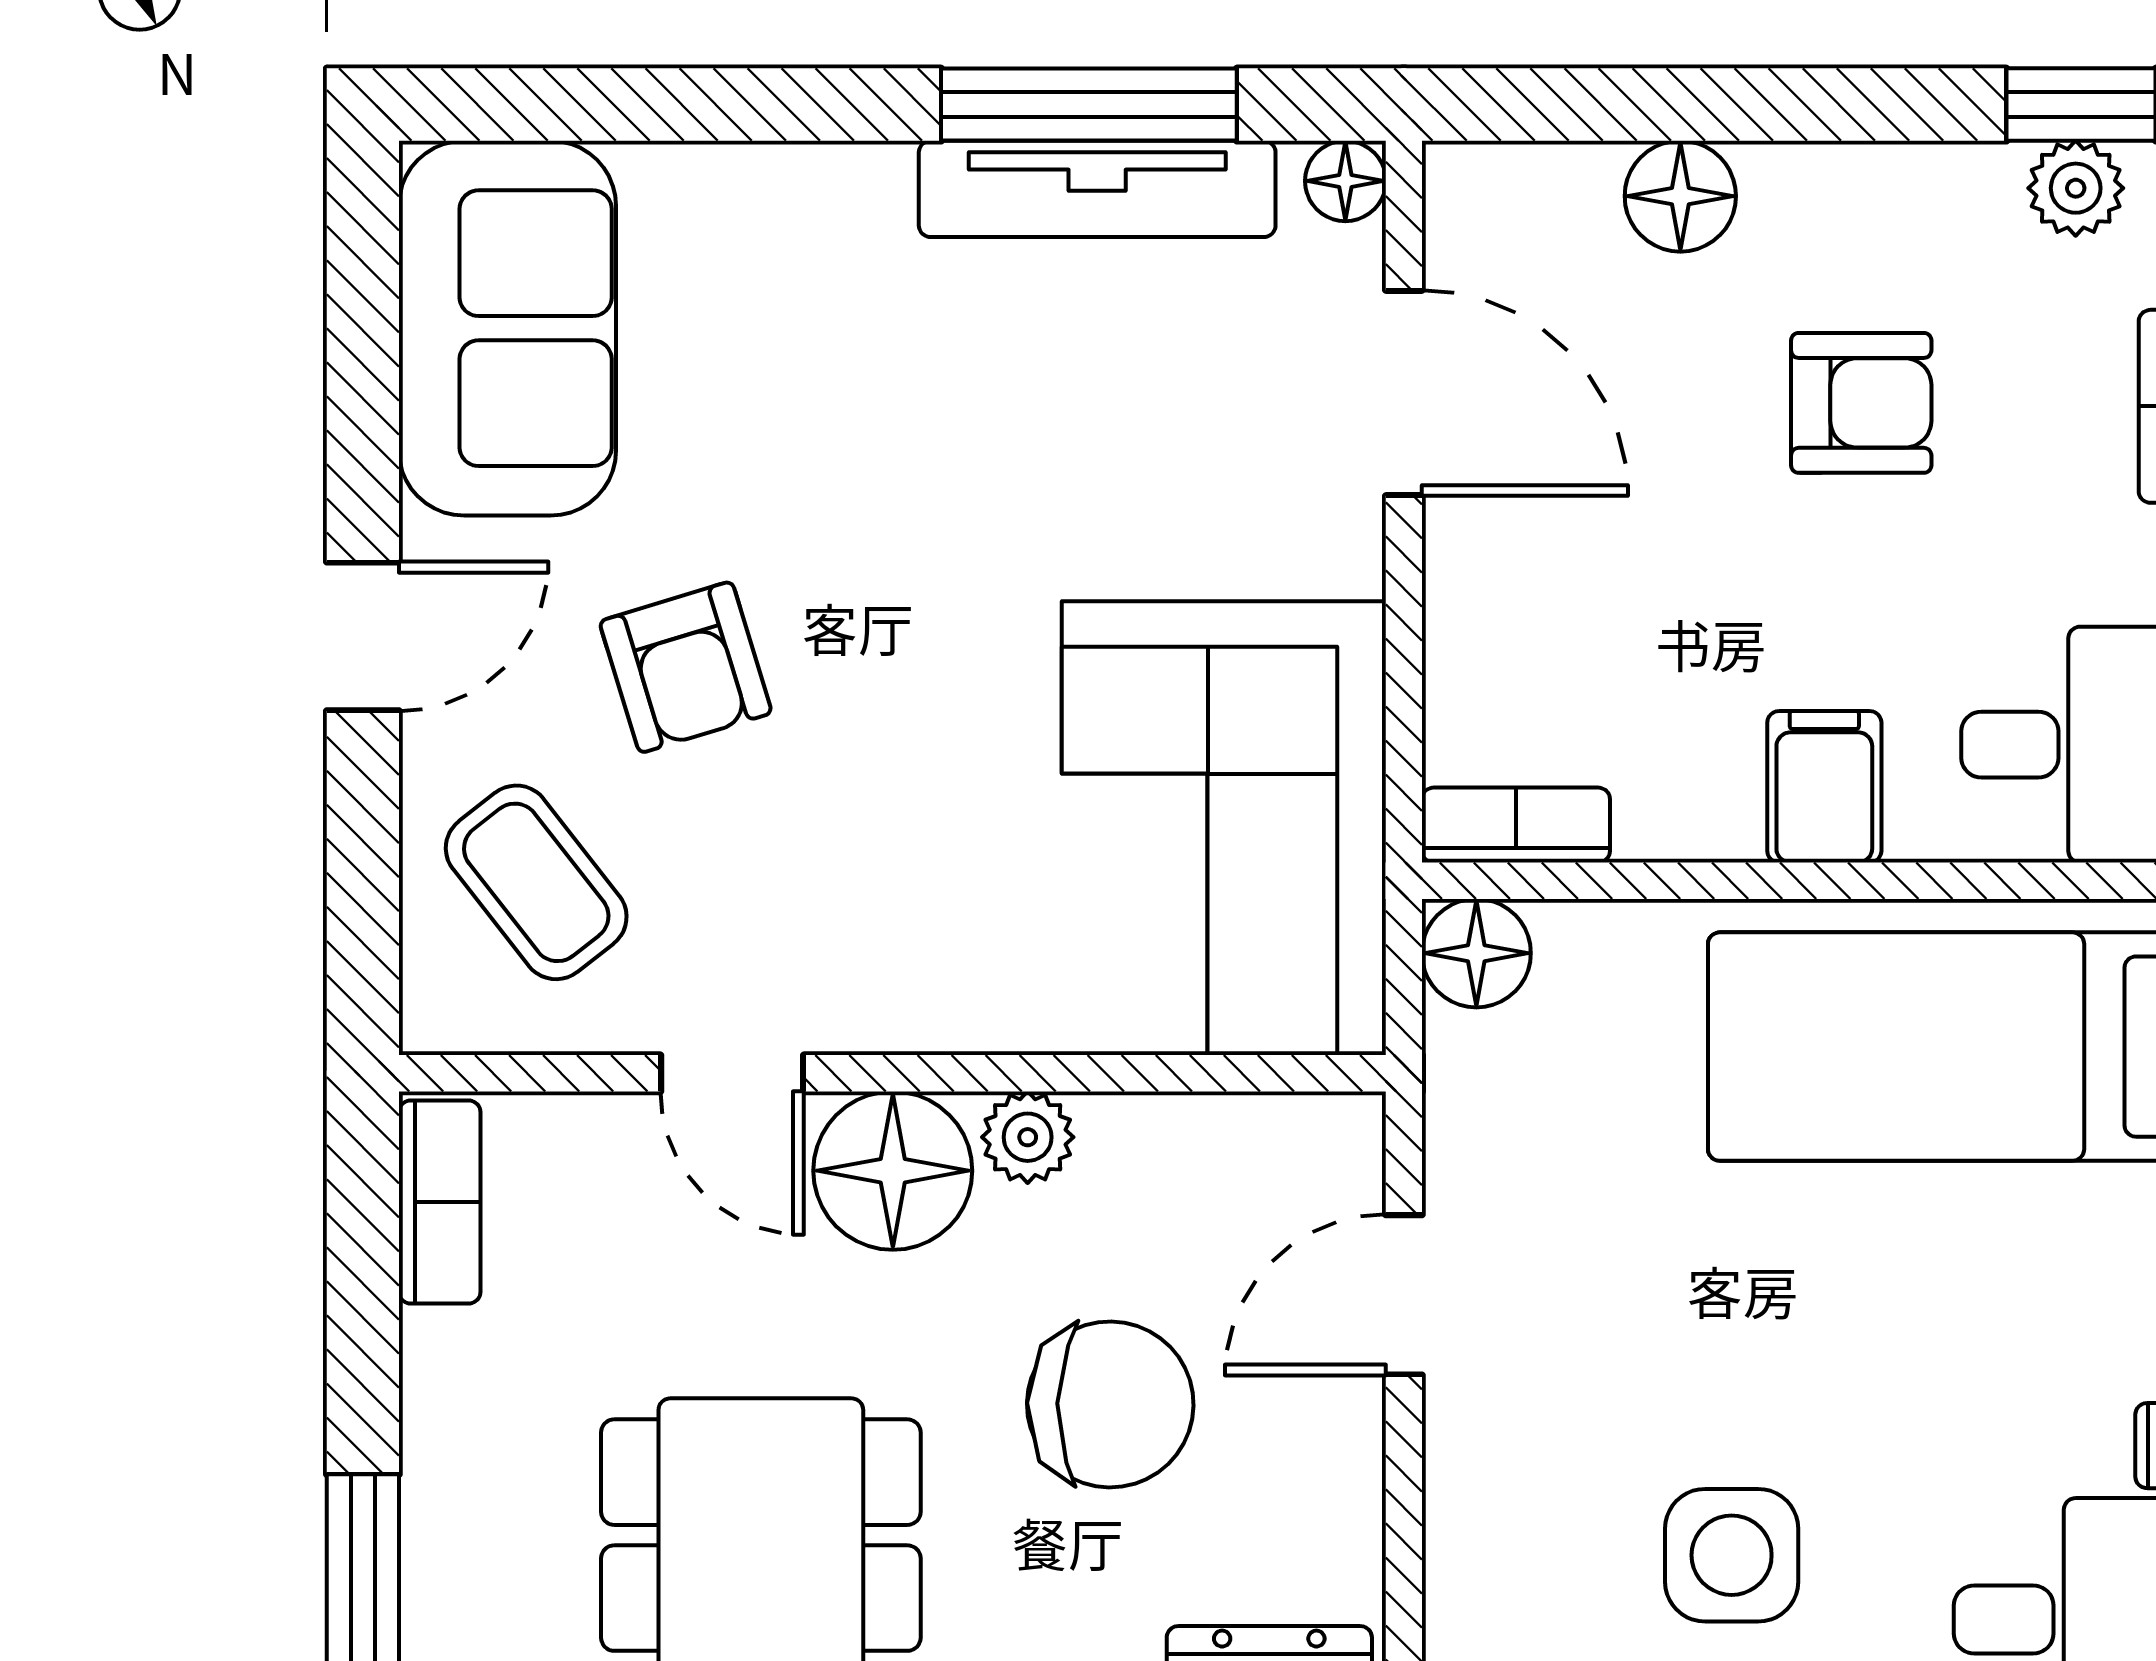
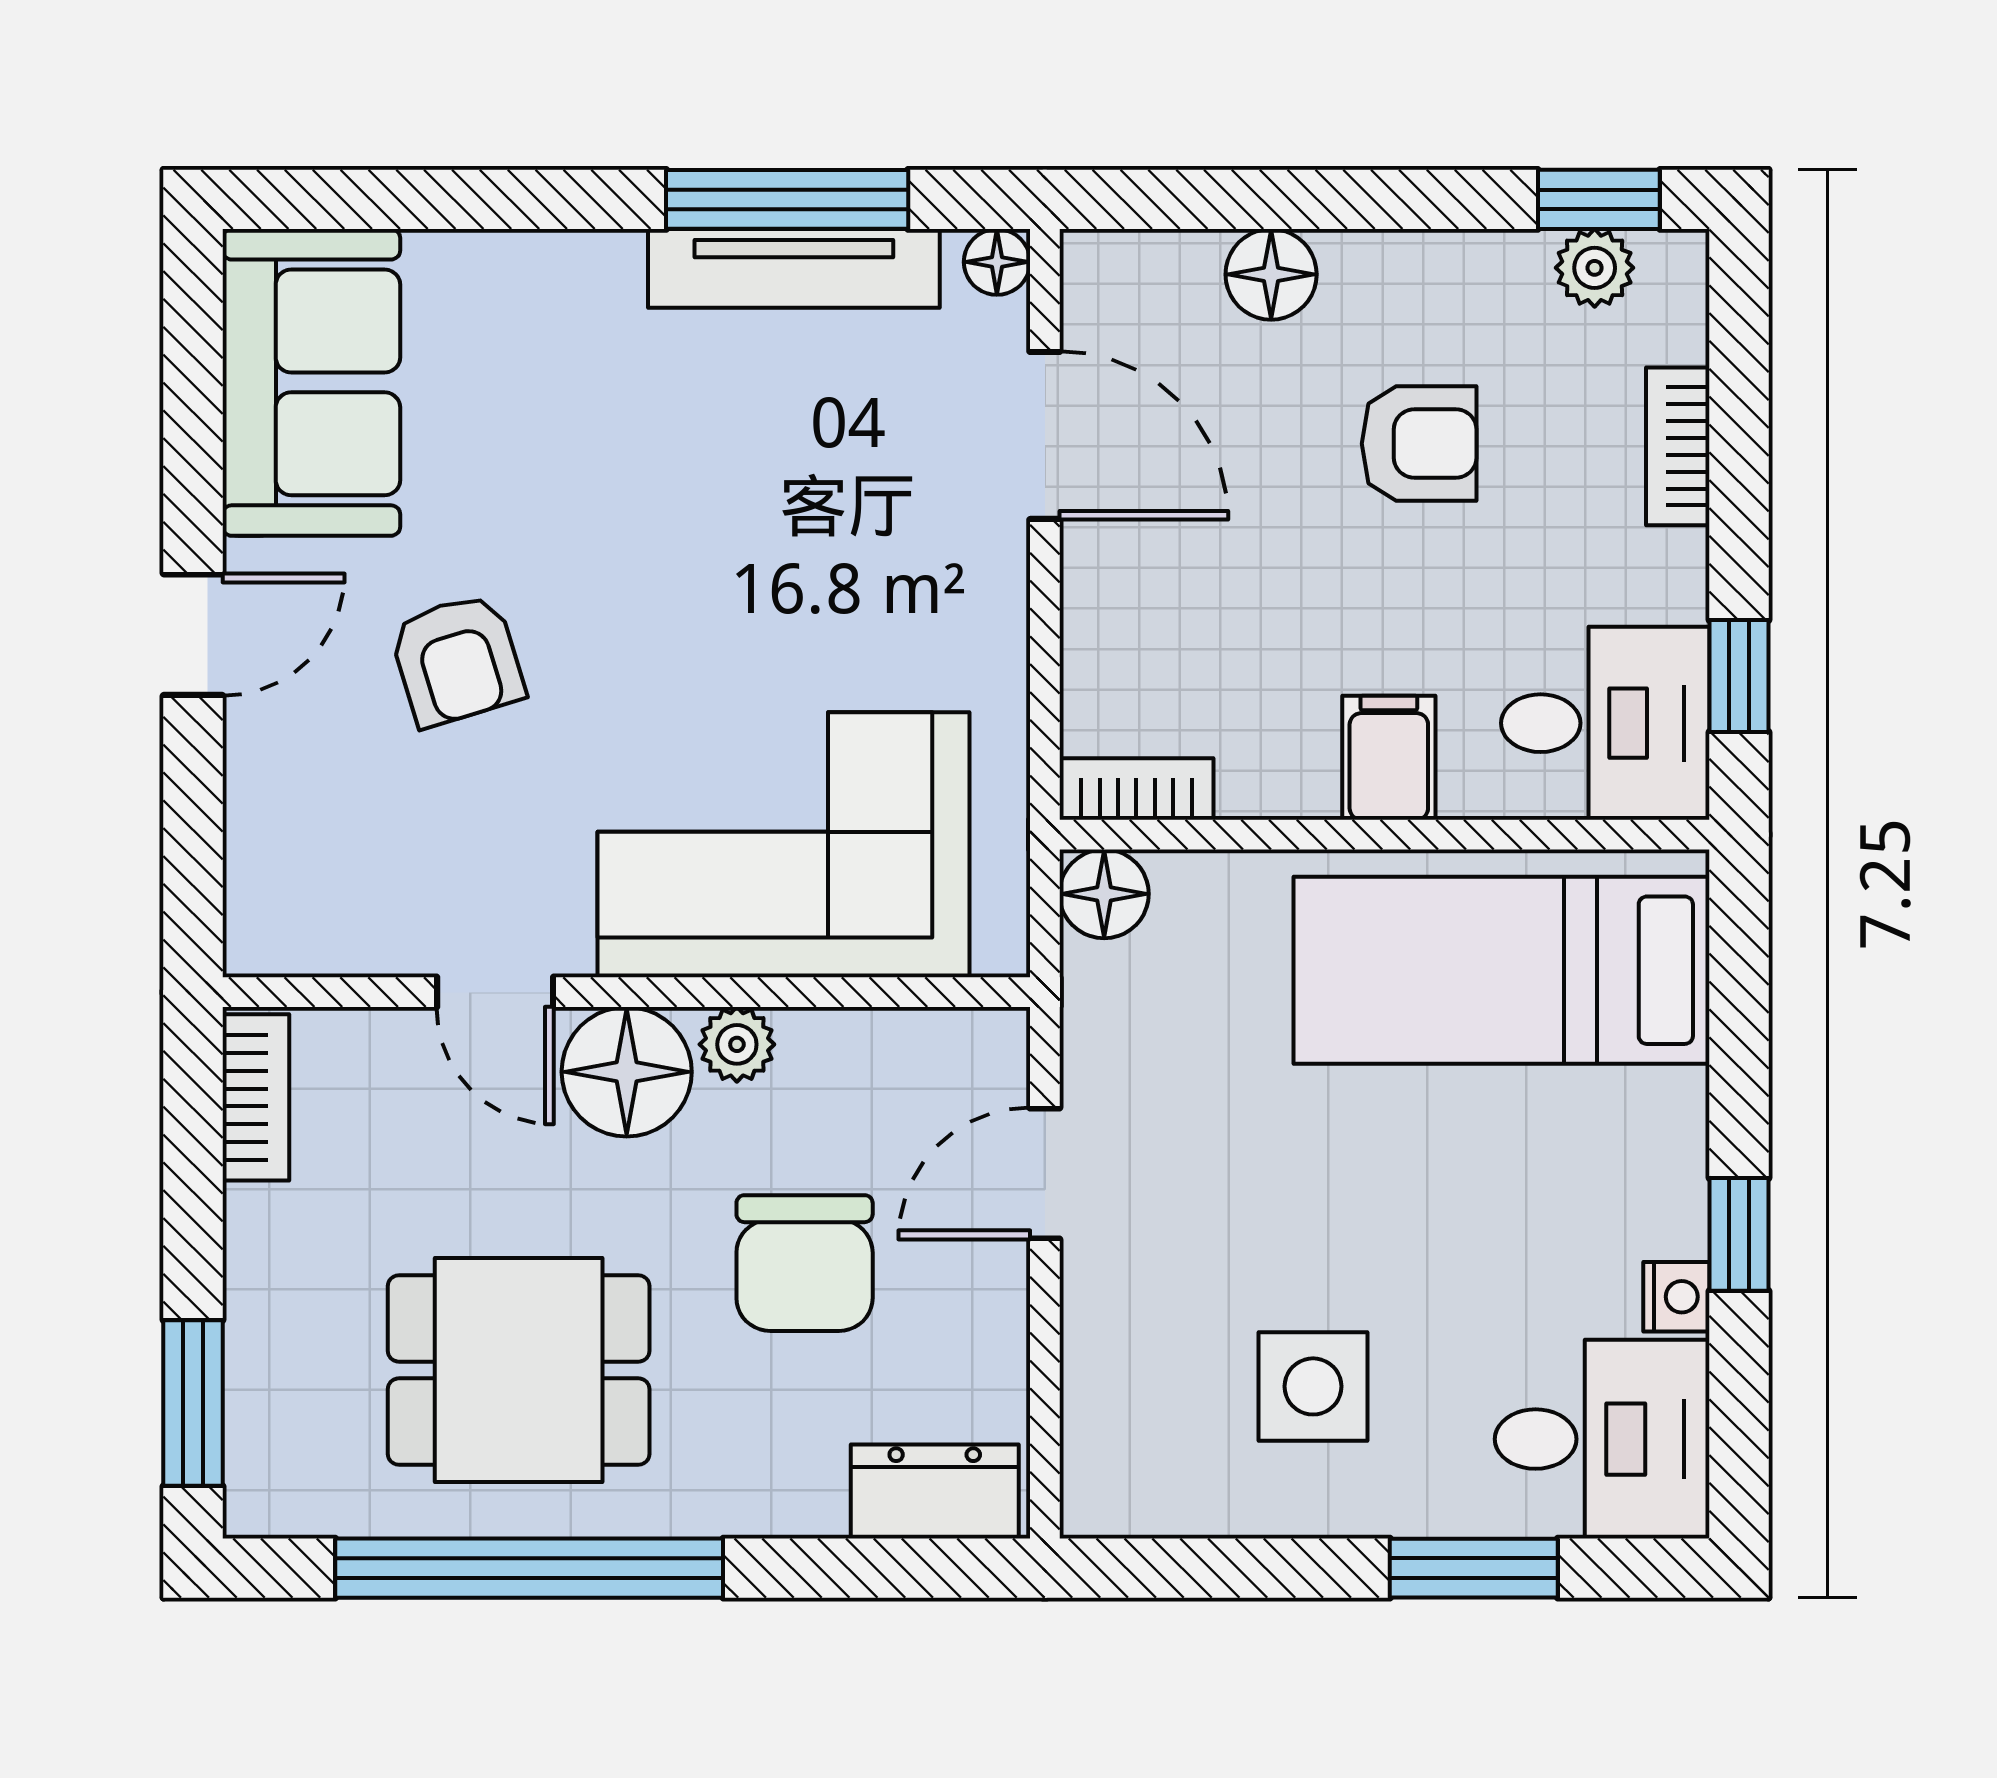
corner sofa: (1224, 828) -> (783, 845), moved, turned 90
coffee table: (536, 882) -> (335, 836), removed
chair: (1110, 1404) -> (805, 1263), turned 89

